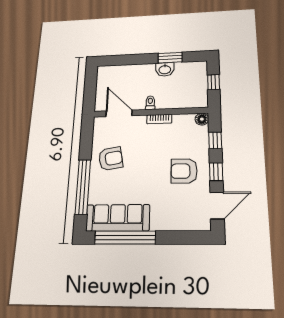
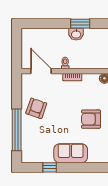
armchair: (111, 159) -> (36, 108), turned -61
sofa: (118, 218) -> (71, 153), moved, width x0.73
window: (125, 238) -> (50, 167), width x0.32

